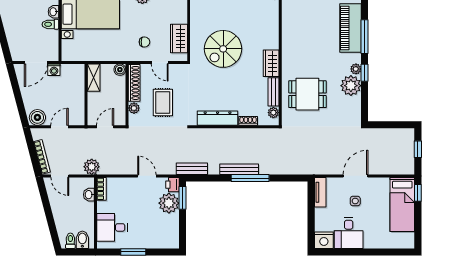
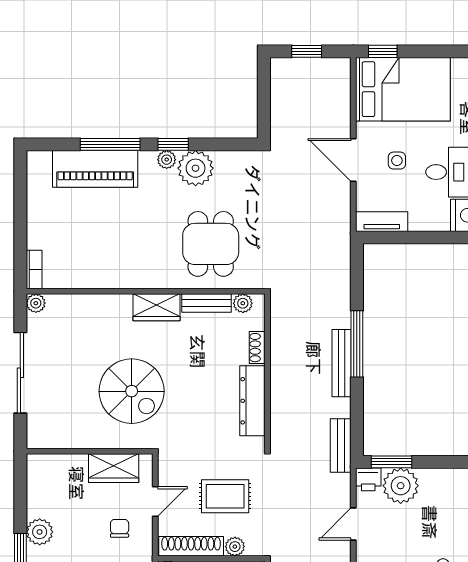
bed: (402, 204) -> (403, 89), width x1.50

